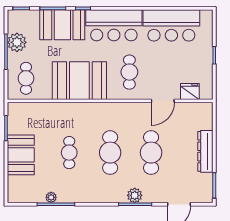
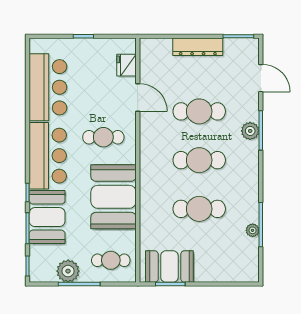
cafe table: (69, 153) -> (199, 209), width x1.37, depth x1.35
booth: (21, 155) -> (169, 266), moved

